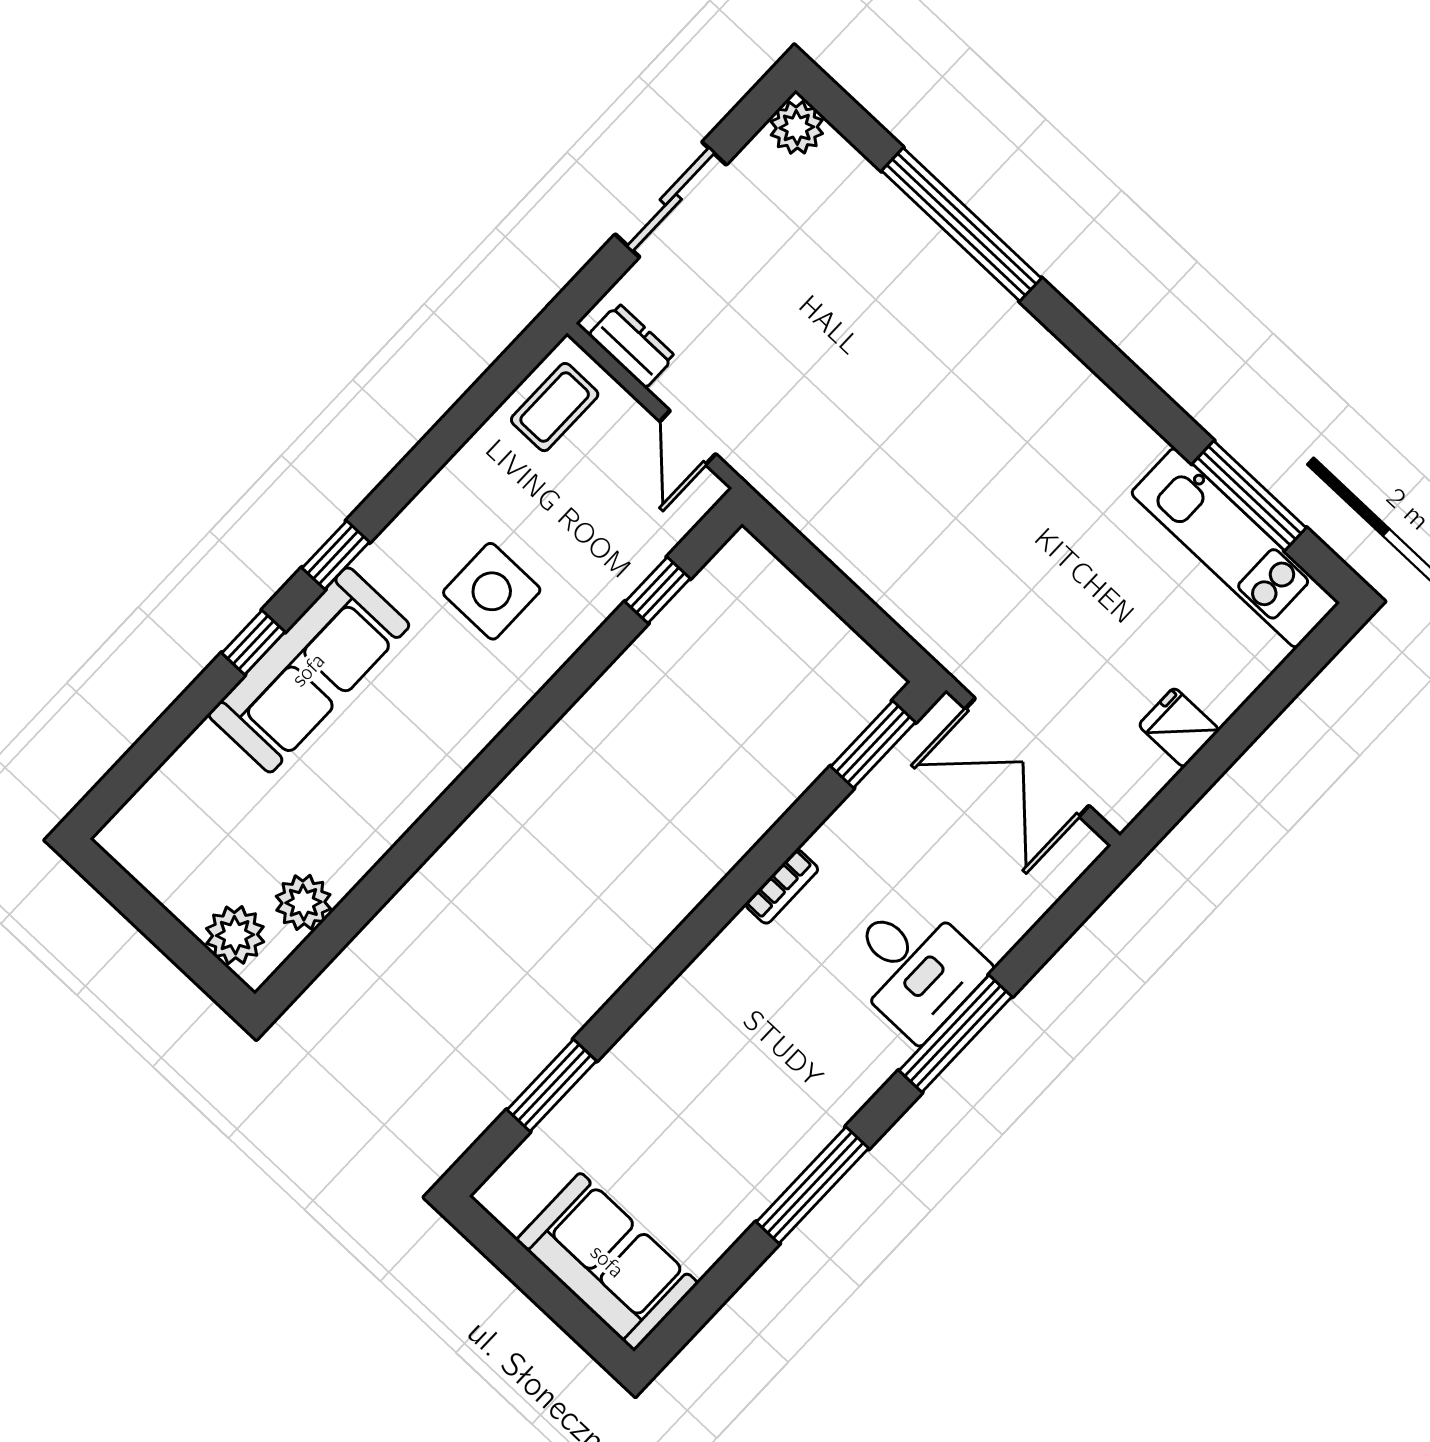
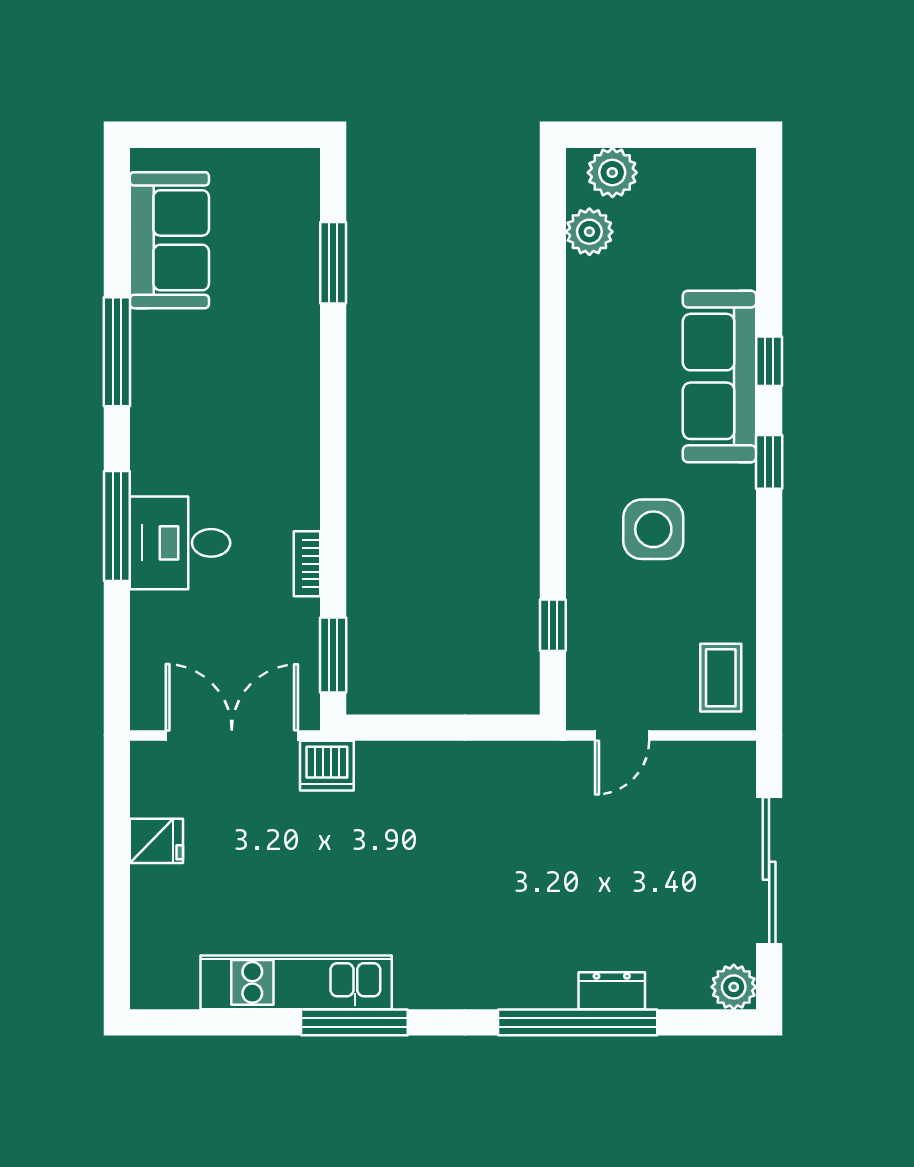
sliding door: (671, 199) -> (769, 871), width x1.37
dresser: (632, 346) -> (612, 991), moved, turned 180
door: (688, 438) -> (622, 735), swing flipped
window: (1249, 496) -> (354, 1022), moved
kitchen unit: (1235, 548) -> (296, 982), moved
dishwasher: (969, 653) -> (327, 766), added
bookcase: (782, 887) -> (307, 564), moved
sofa: (607, 1262) -> (169, 240), moved, turned -90

